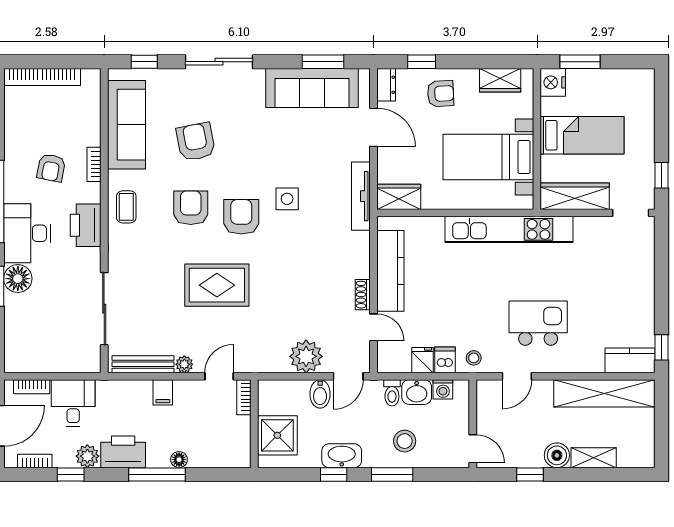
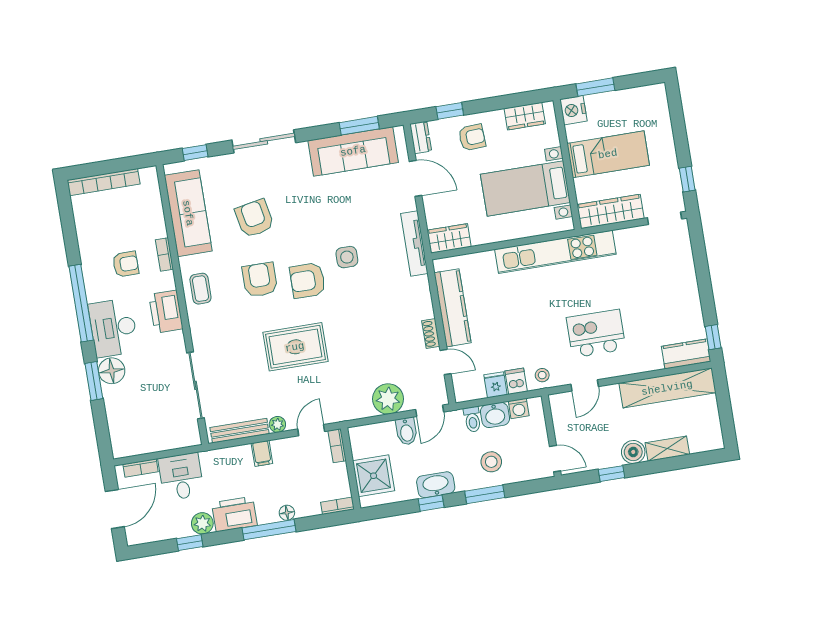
armchair: (51, 168) -> (126, 264), turned -101
armchair: (241, 217) -> (308, 280), turned -90
bookcase: (35, 461) -> (337, 506), moved

